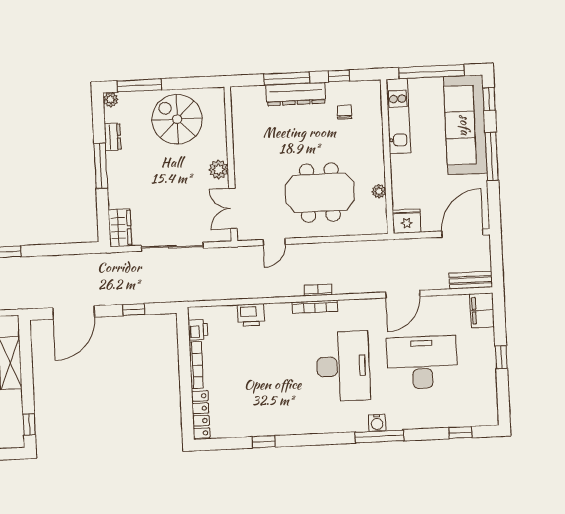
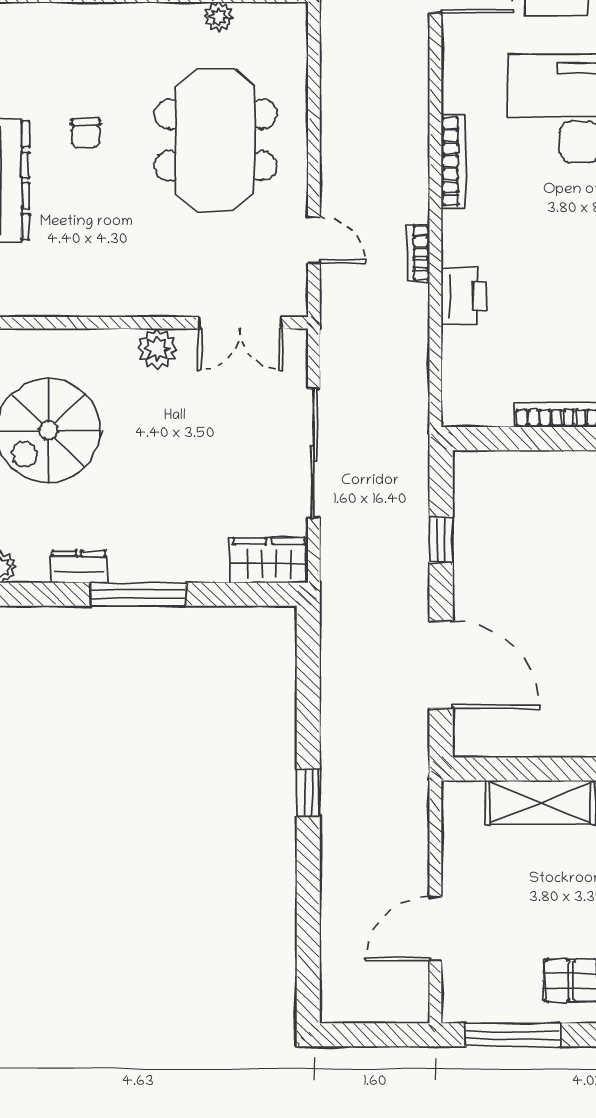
chair: (345, 112) -> (86, 133), moved, turned -90
bookcase: (318, 290) -> (418, 253), moved
printer: (198, 330) -> (489, 408), removed

